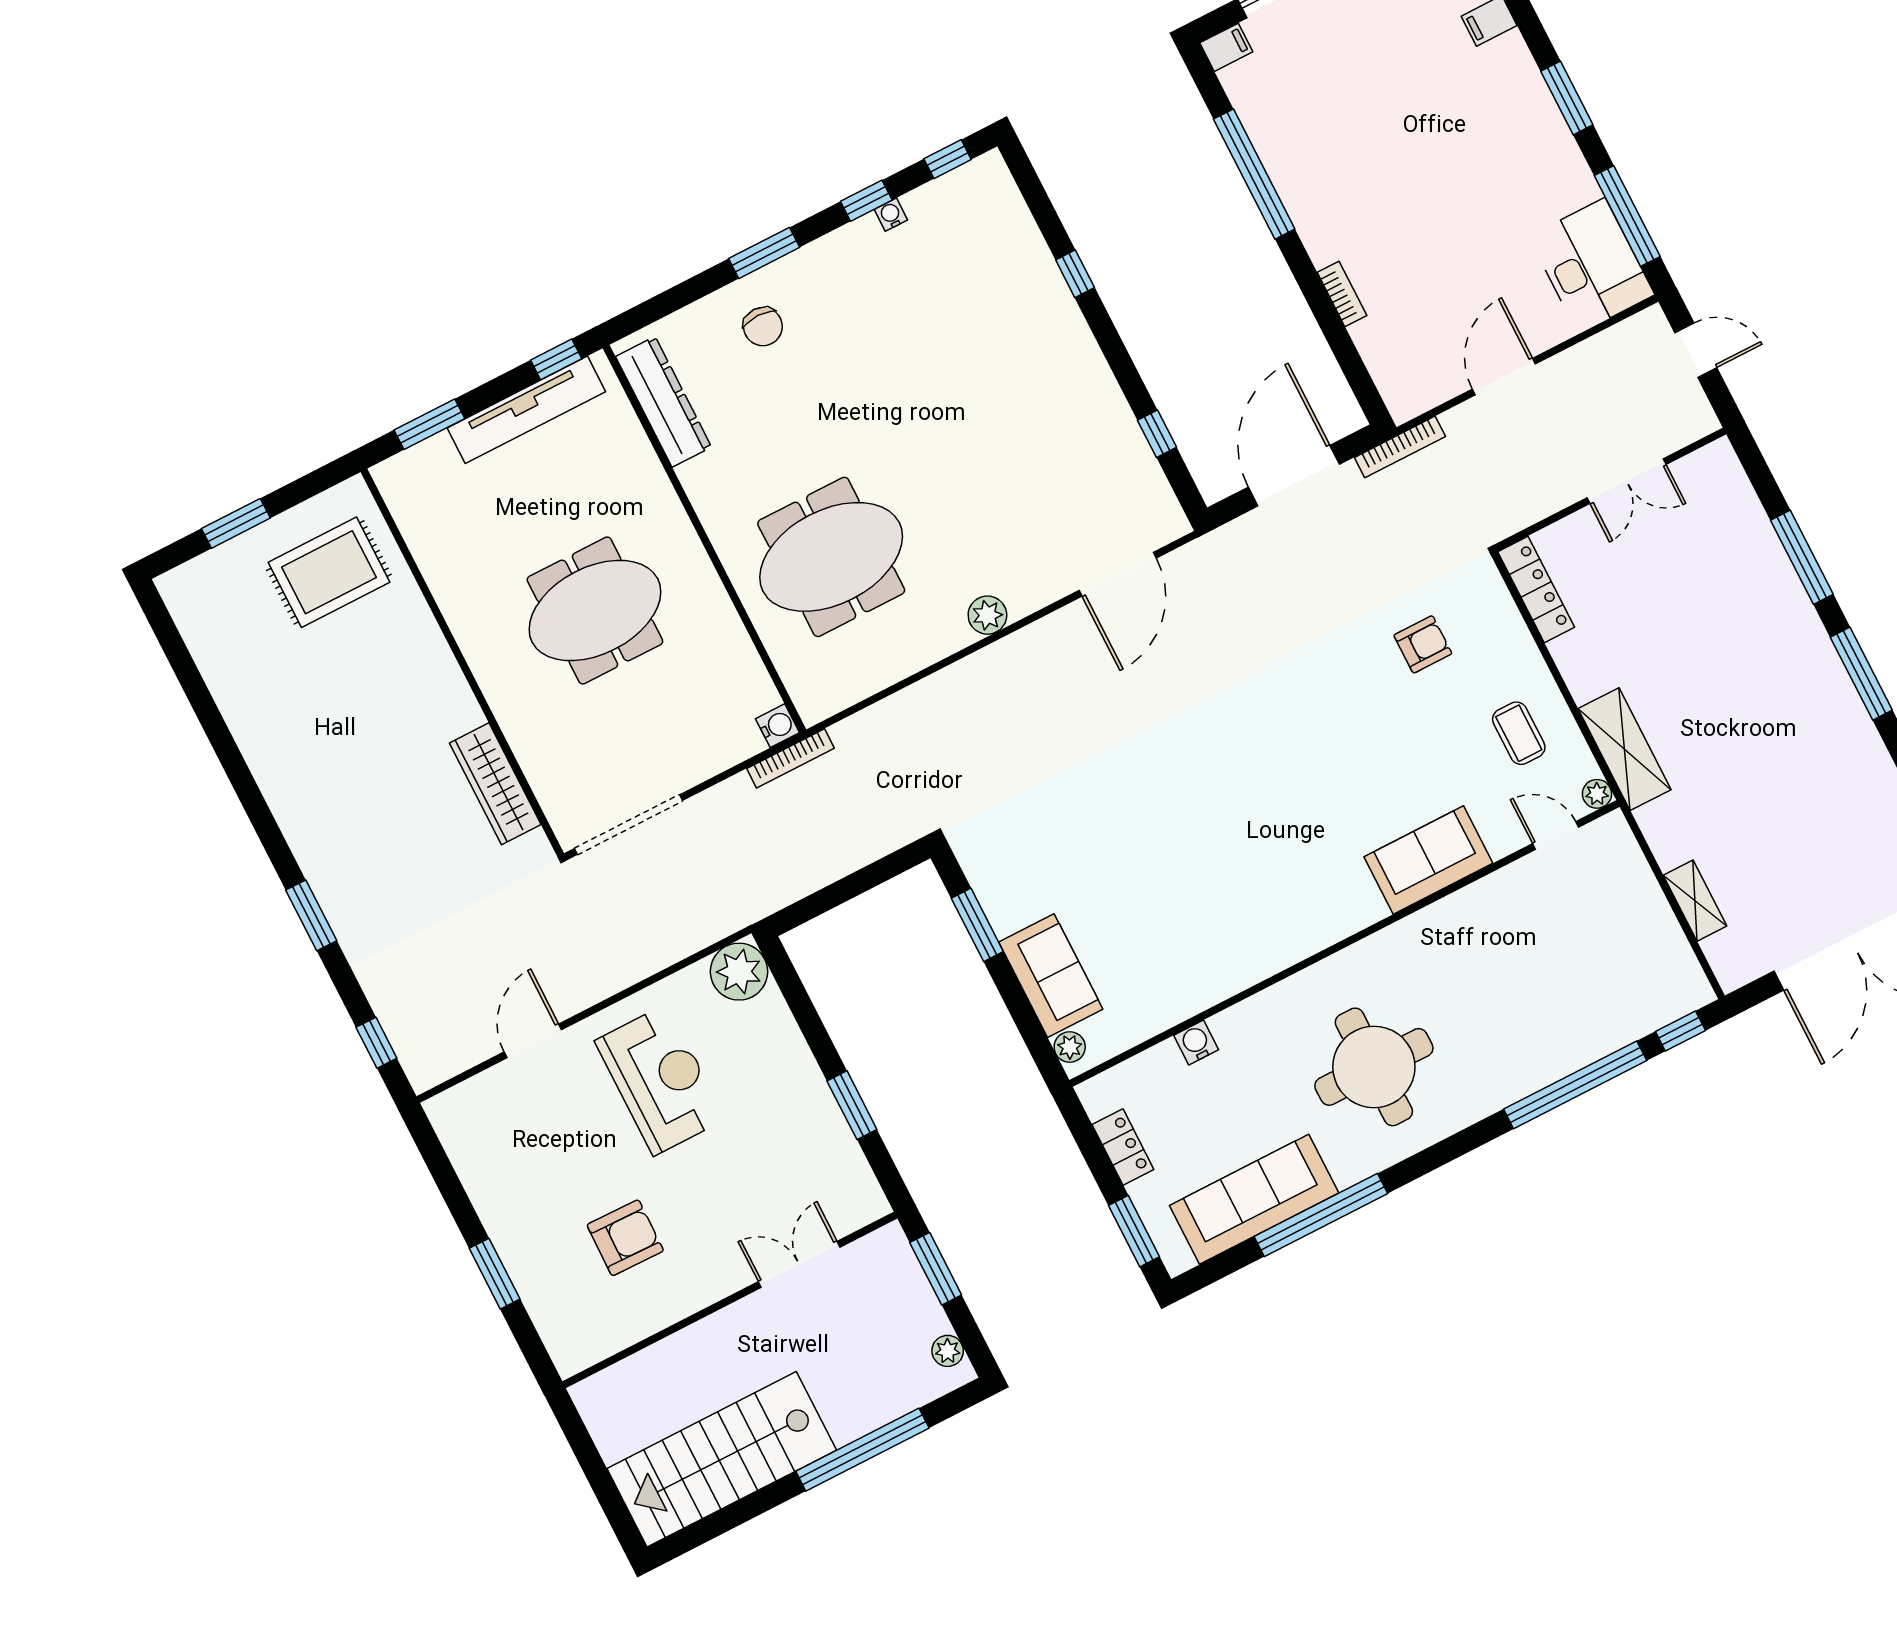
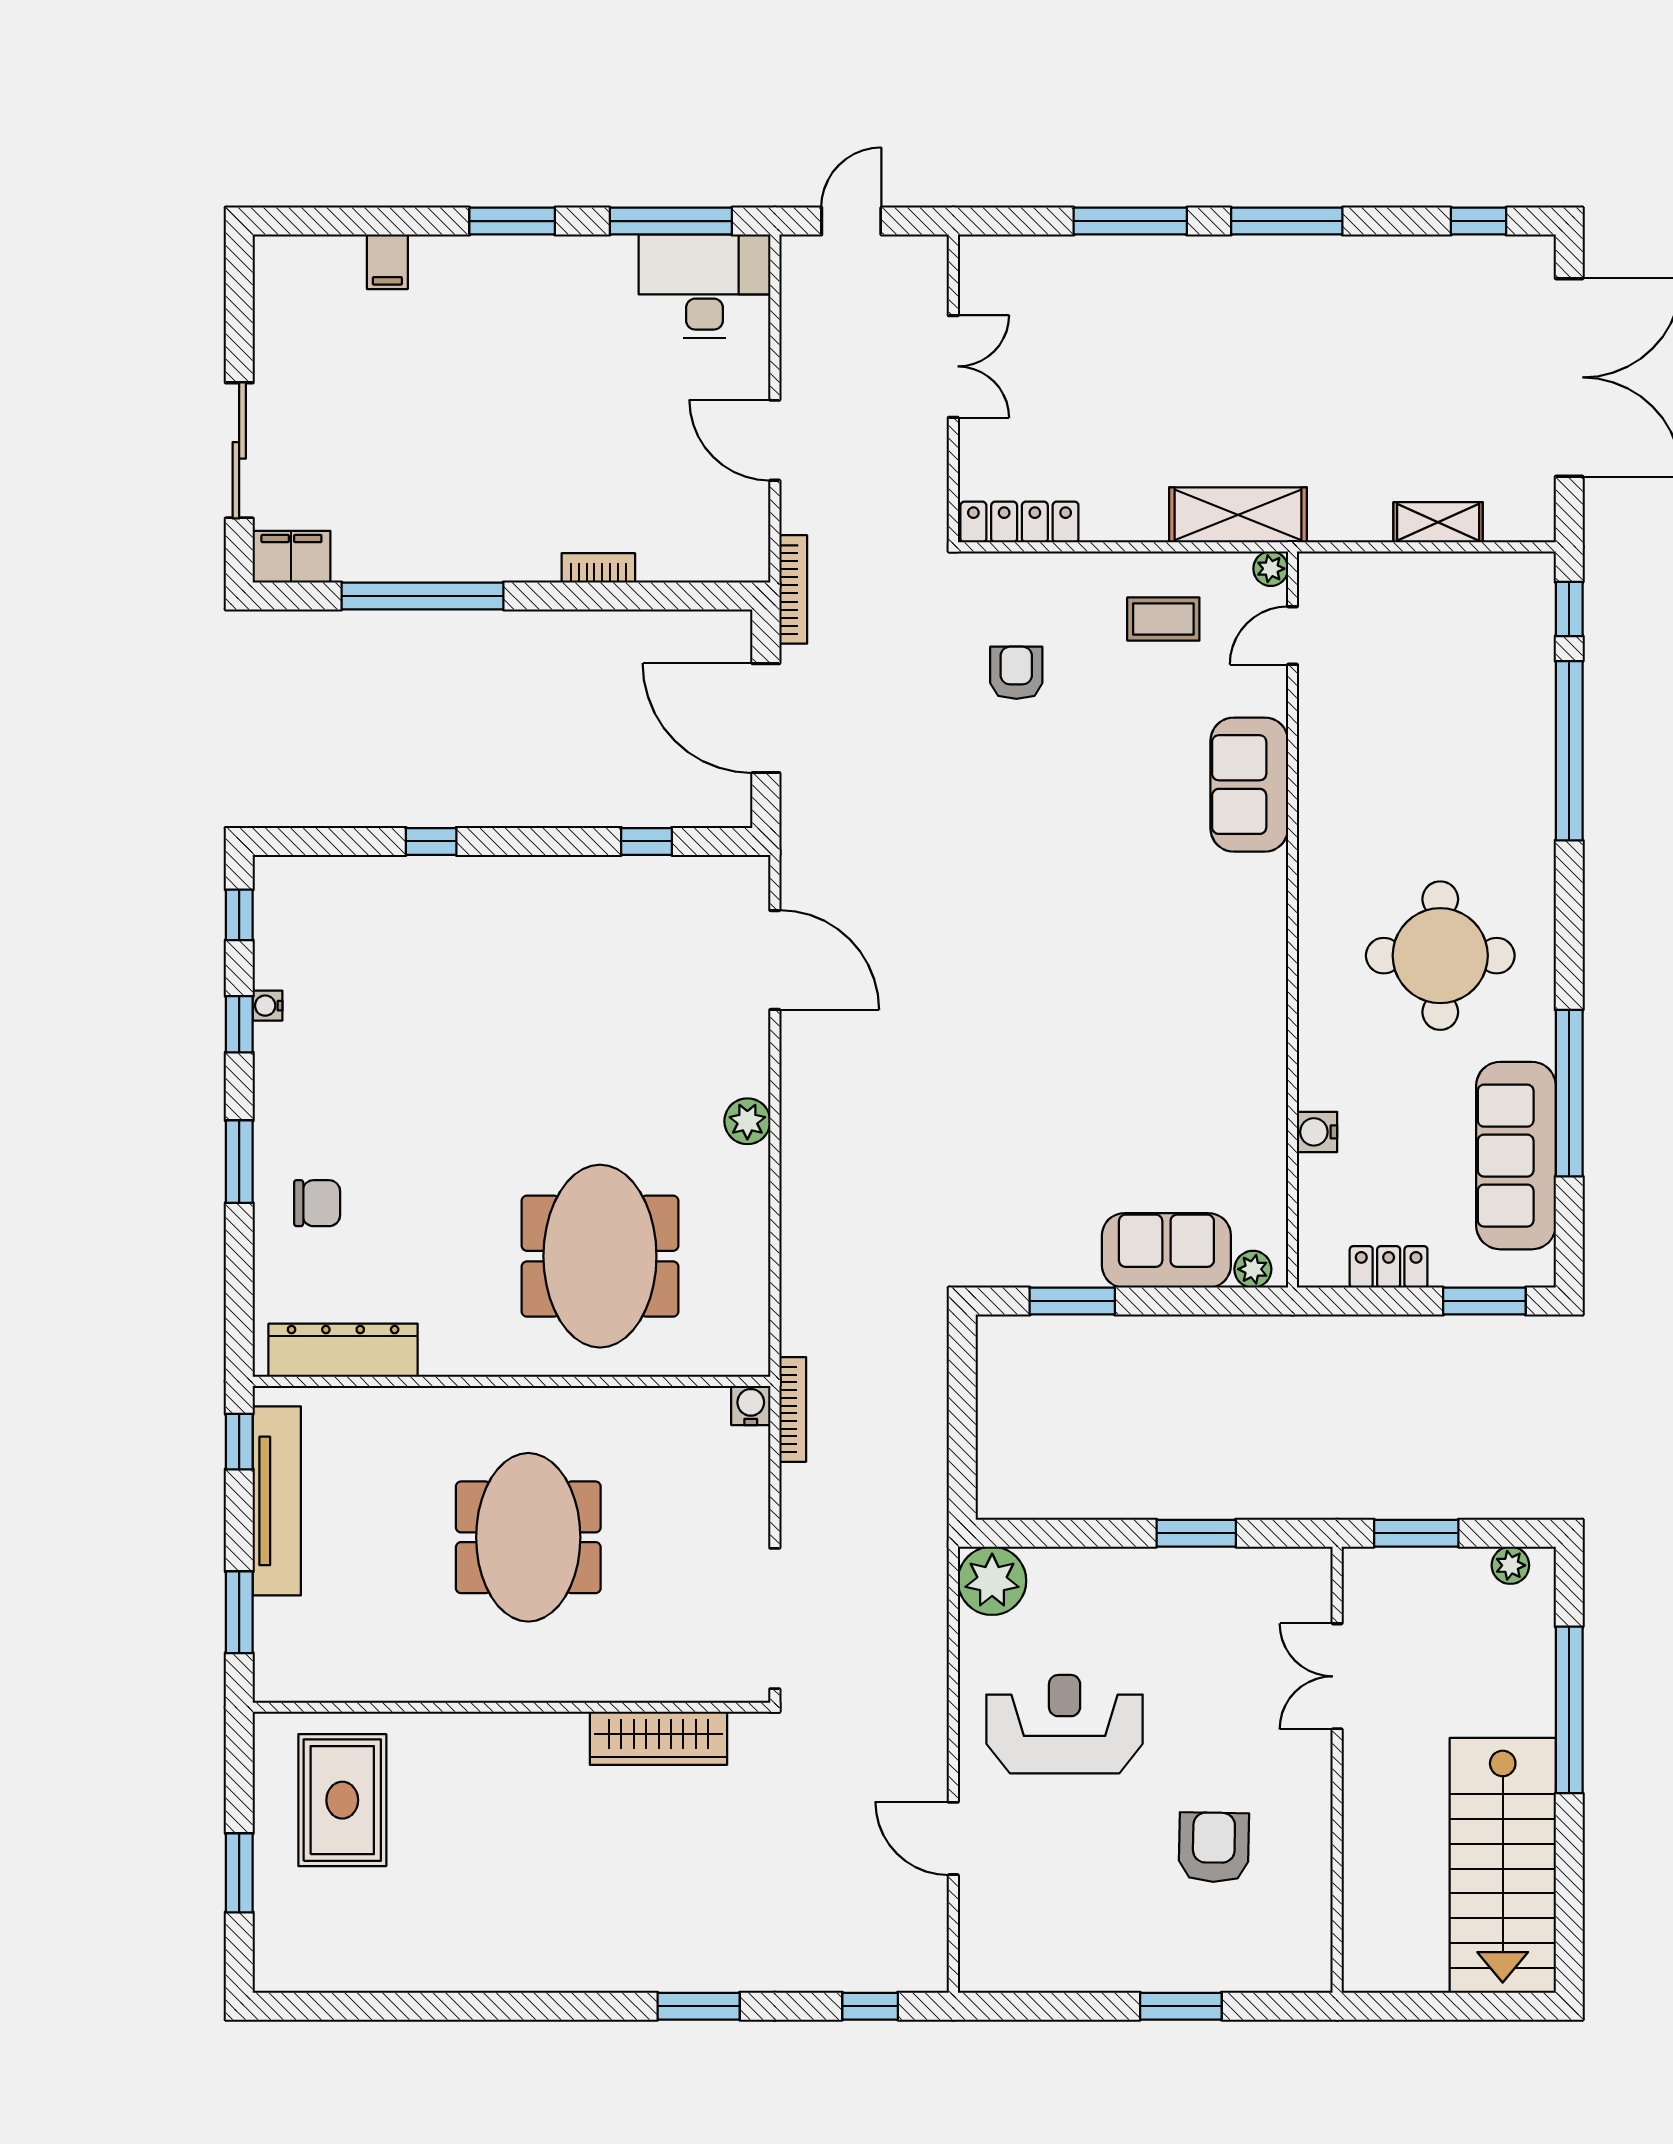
filing cabinet: (1226, 47) -> (291, 557), width x2.00

